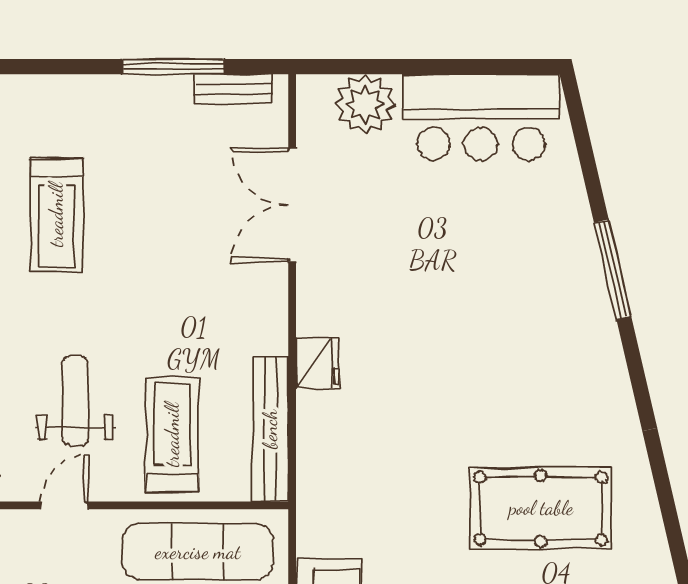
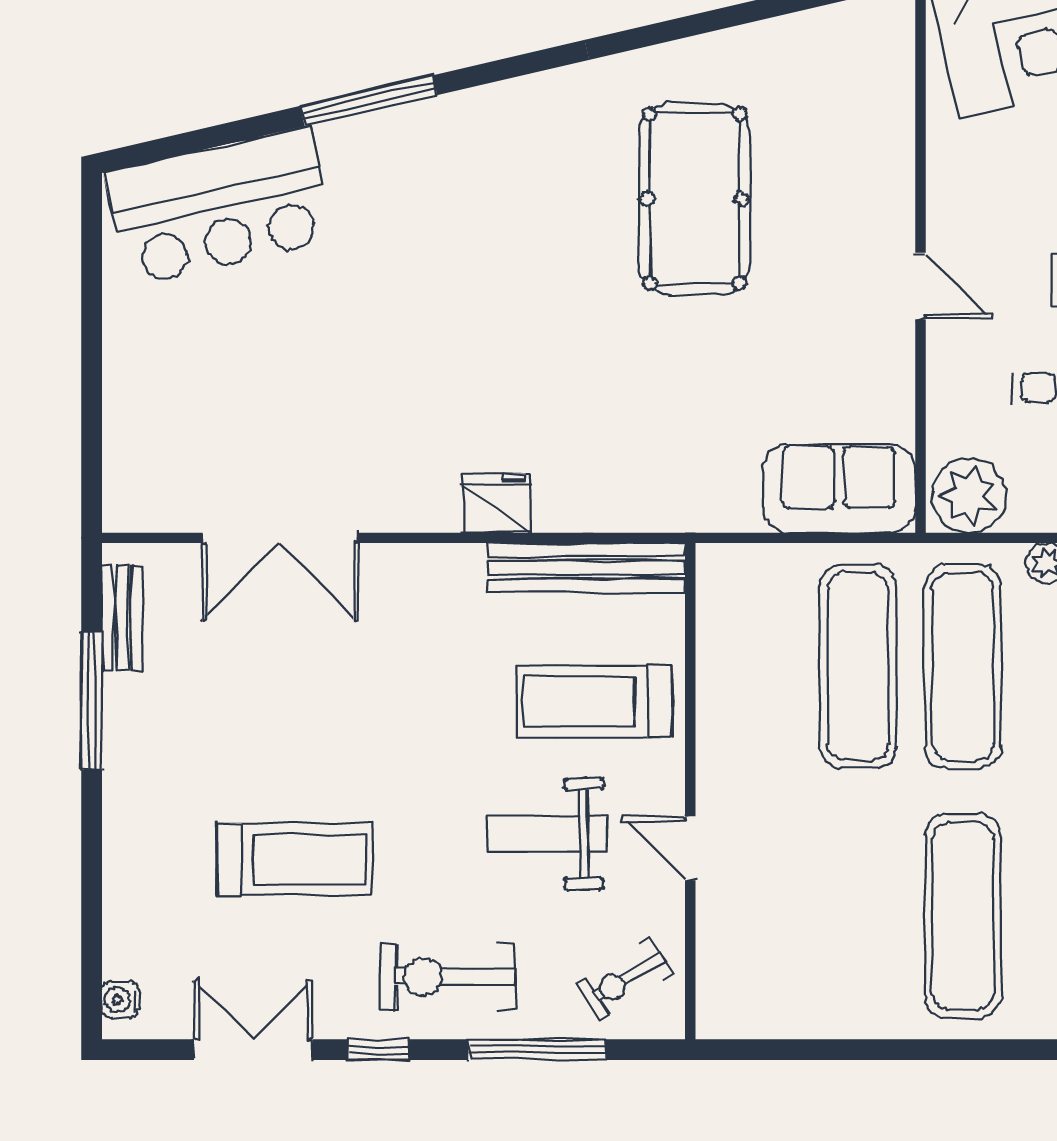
plant: (365, 104) -> (143, 438), removed
bar counter: (481, 117) -> (220, 206), moved, turned 77
exercise mat: (198, 552) -> (753, 666), removed

